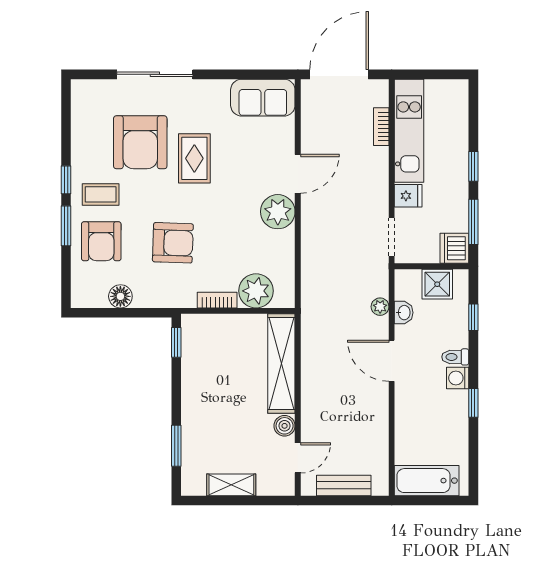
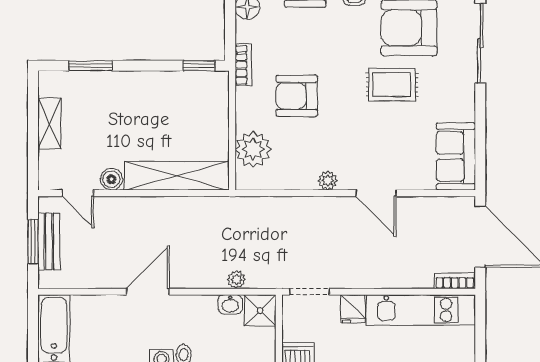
bookcase: (381, 127) -> (455, 281), moved
plant: (278, 212) -> (328, 181), width x0.53, depth x0.53
armchair: (173, 243) -> (297, 96), moved, turned 88
shower: (437, 284) -> (260, 310), moved
bookcase: (217, 300) -> (243, 65), moved
door: (392, 361) -> (148, 292), moved
window: (344, 500) -> (33, 242), added

